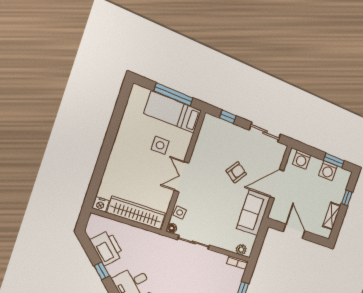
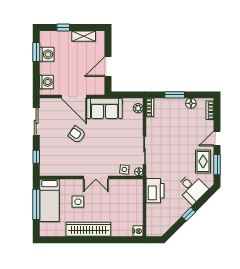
wardrobe: (136, 213) -> (88, 229), moved, turned 90
printer: (107, 248) -> (155, 191), moved, turned 135

